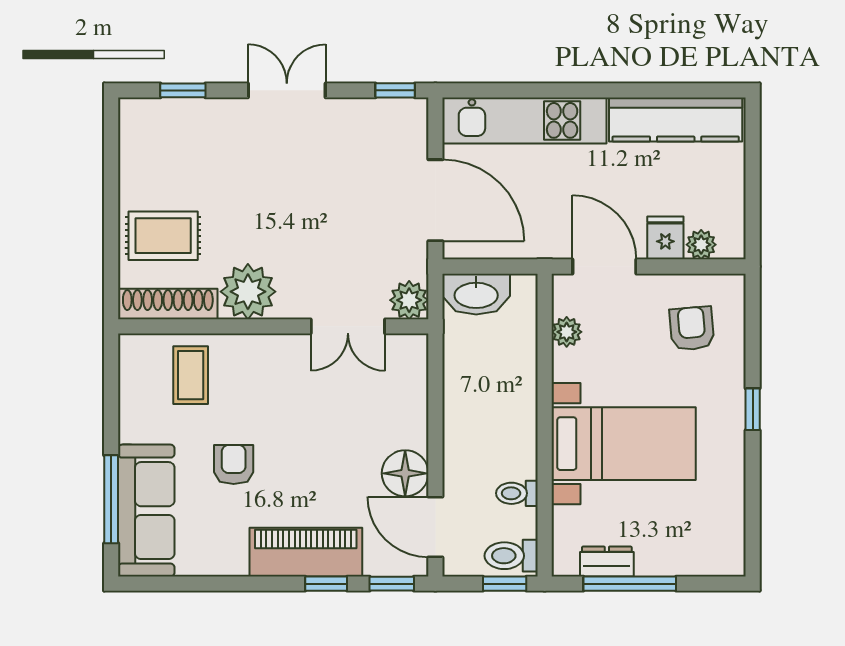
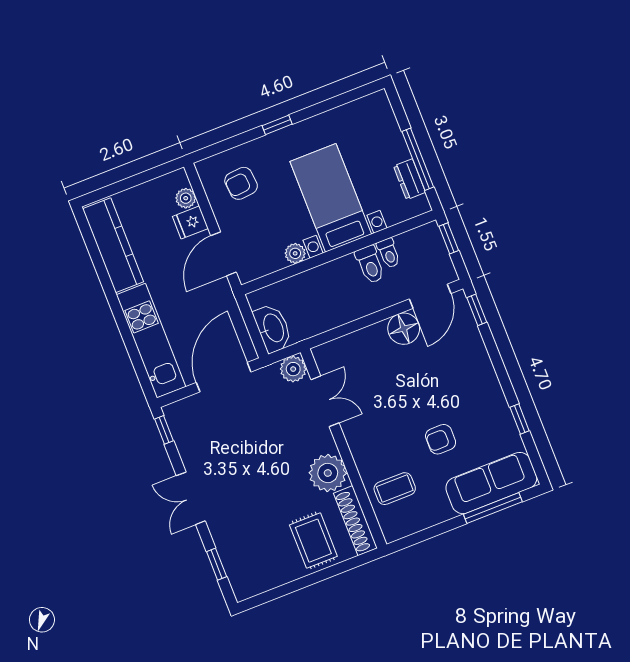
plant: (567, 332) -> (295, 253), moved
piano: (306, 552) -> (478, 372), removed
toilet: (511, 556) -> (370, 265), moved
window: (326, 584) -> (520, 419), moved

